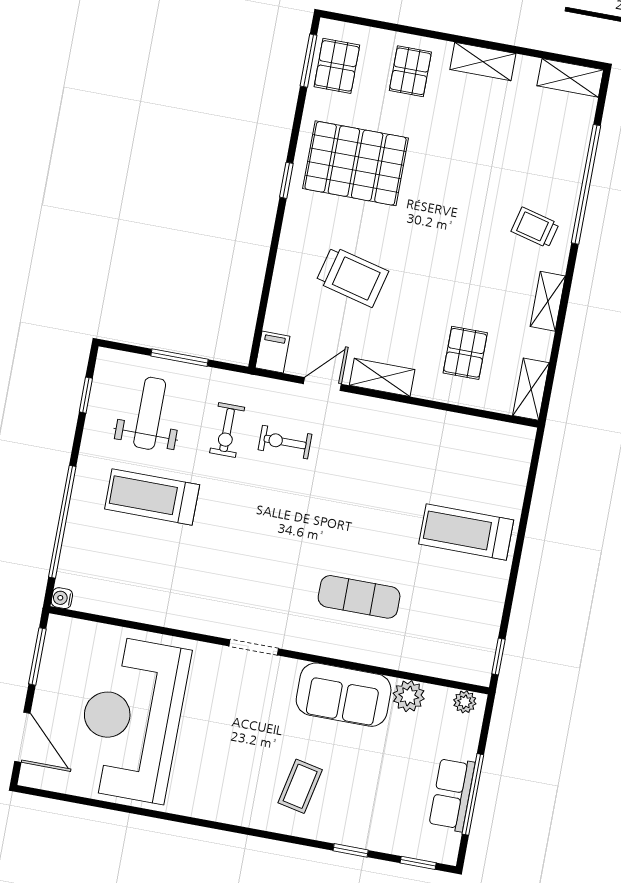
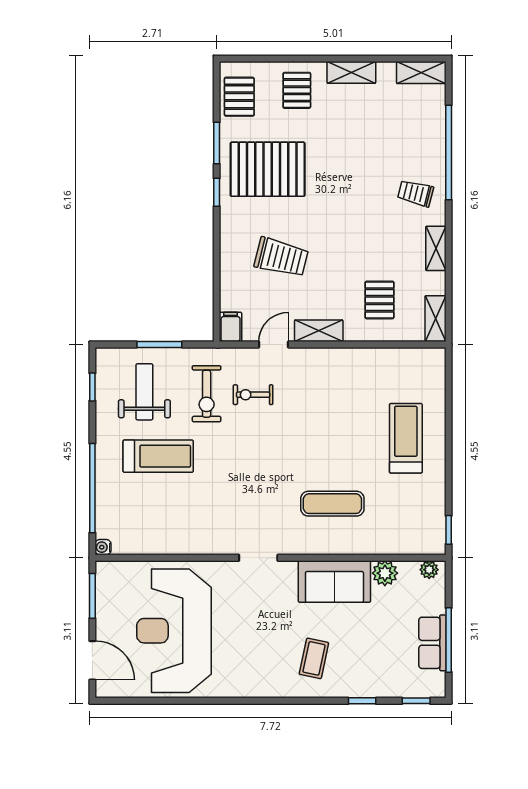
window: (309, 61) -> (217, 143), moved
exercise bike: (227, 430) -> (207, 394), width x1.38, depth x1.39
treadmill: (152, 497) -> (158, 456), turned 180
treadmill: (466, 532) -> (406, 438), turned 90

